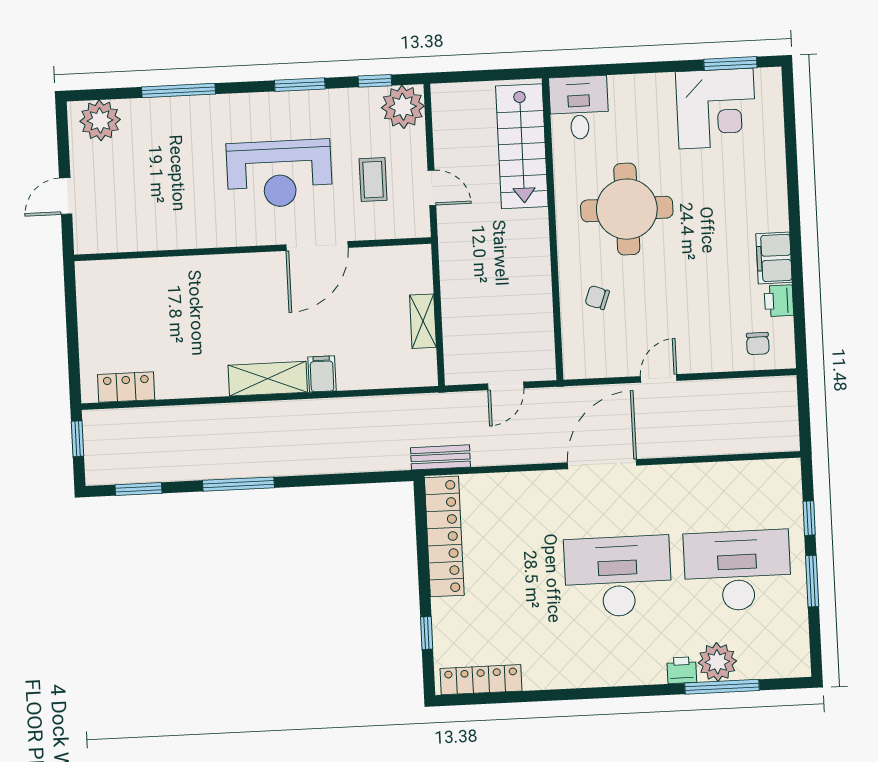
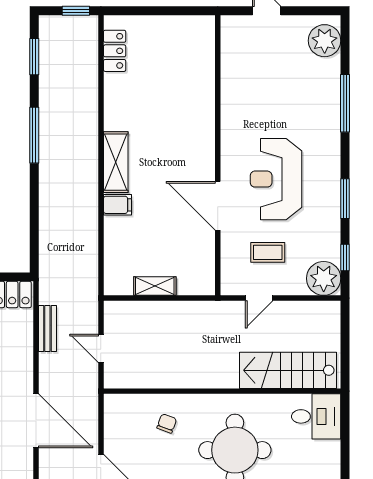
bench: (441, 457) -> (47, 328), moved

